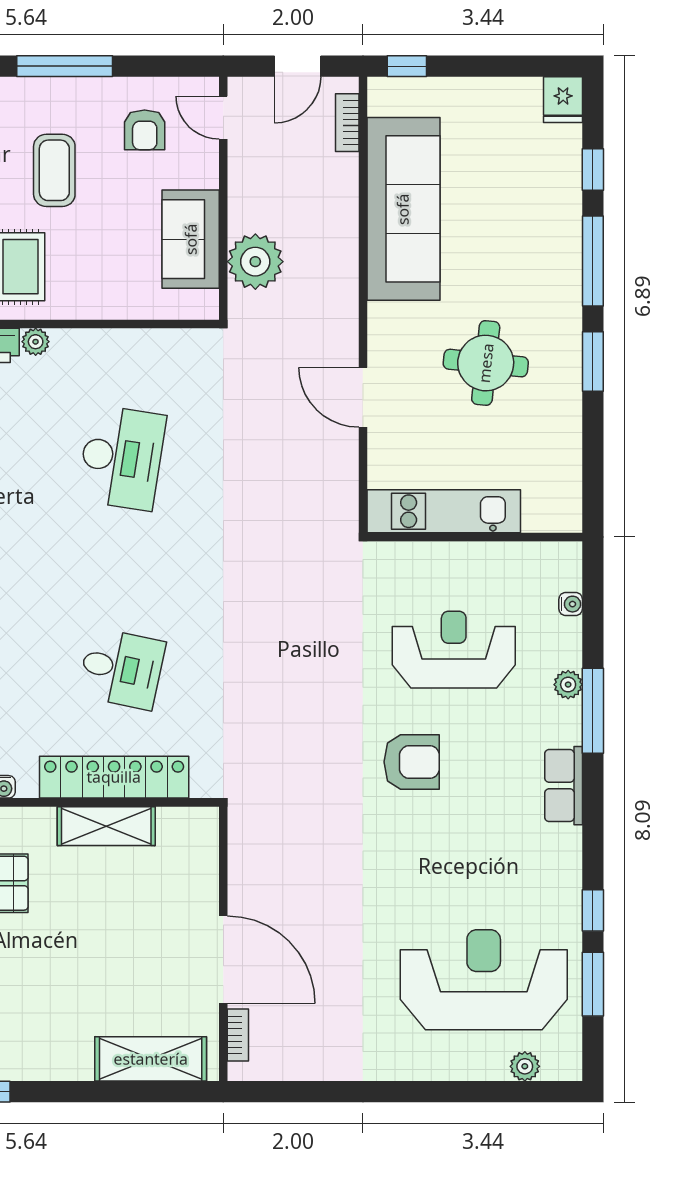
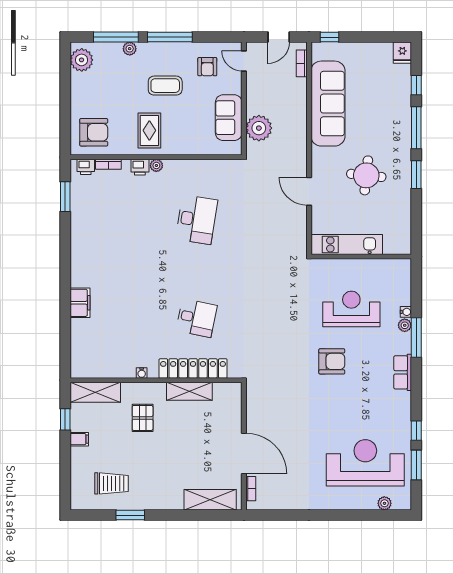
coffee table: (54, 170) -> (165, 86), turned 90
water cooler: (571, 604) -> (406, 312), moved

